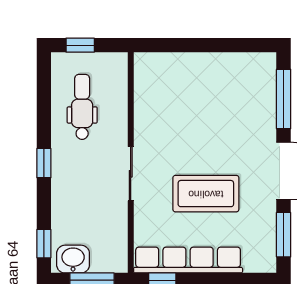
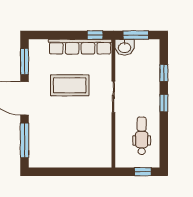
dental chair: (82, 107) -> (142, 136), turned 180
window: (44, 244) -> (164, 73), moved
washbasin: (73, 259) -> (125, 47), moved

